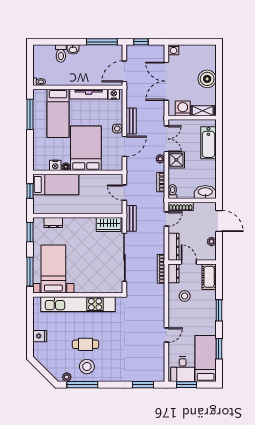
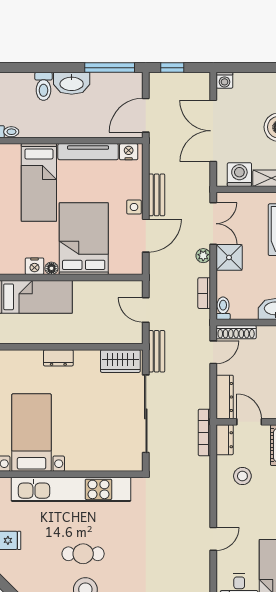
washbasin: (73, 49) -> (72, 83), width x1.91, depth x1.45
dresser: (53, 222) -> (58, 358), moved

